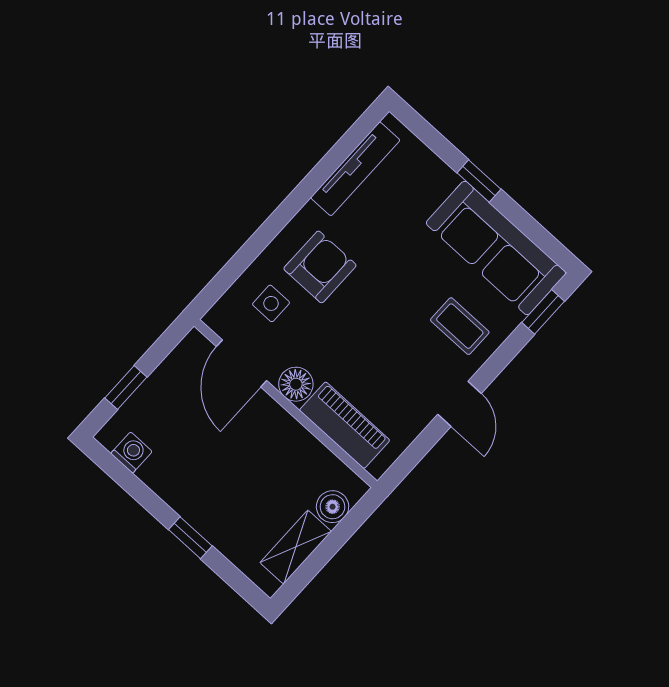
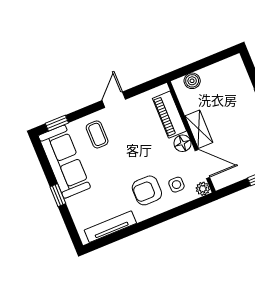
plant: (219, 319) -> (203, 189), added
door: (242, 363) -> (202, 164), hinge flipped
shelving: (296, 547) -> (199, 129), moved, turned 90

